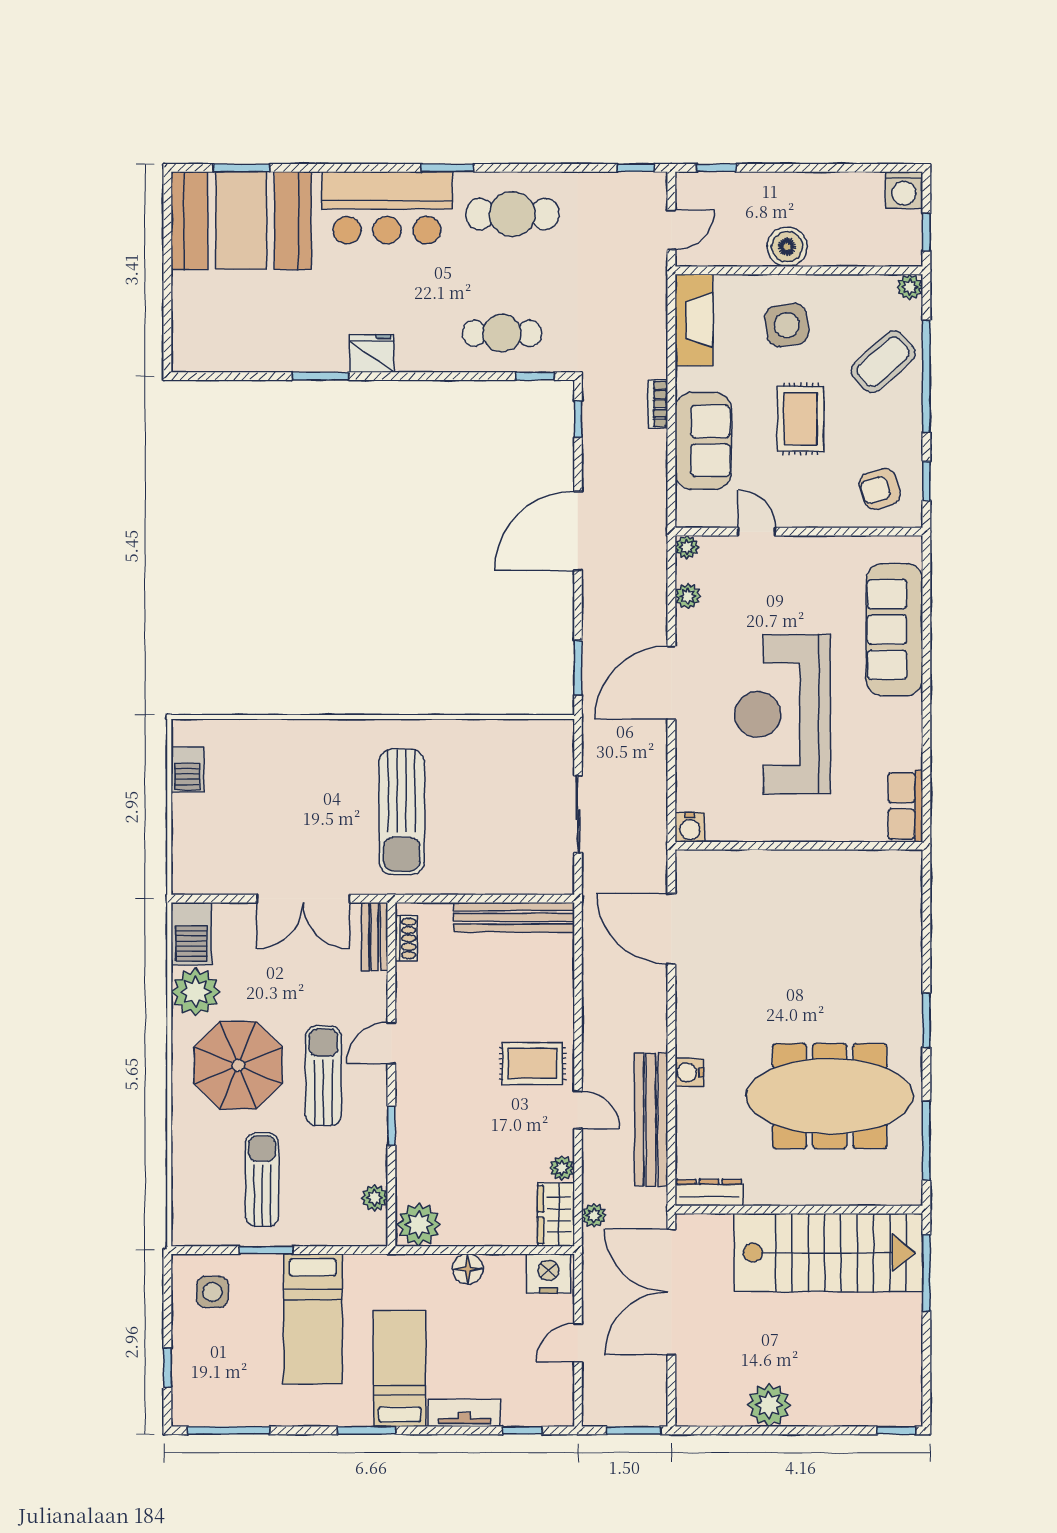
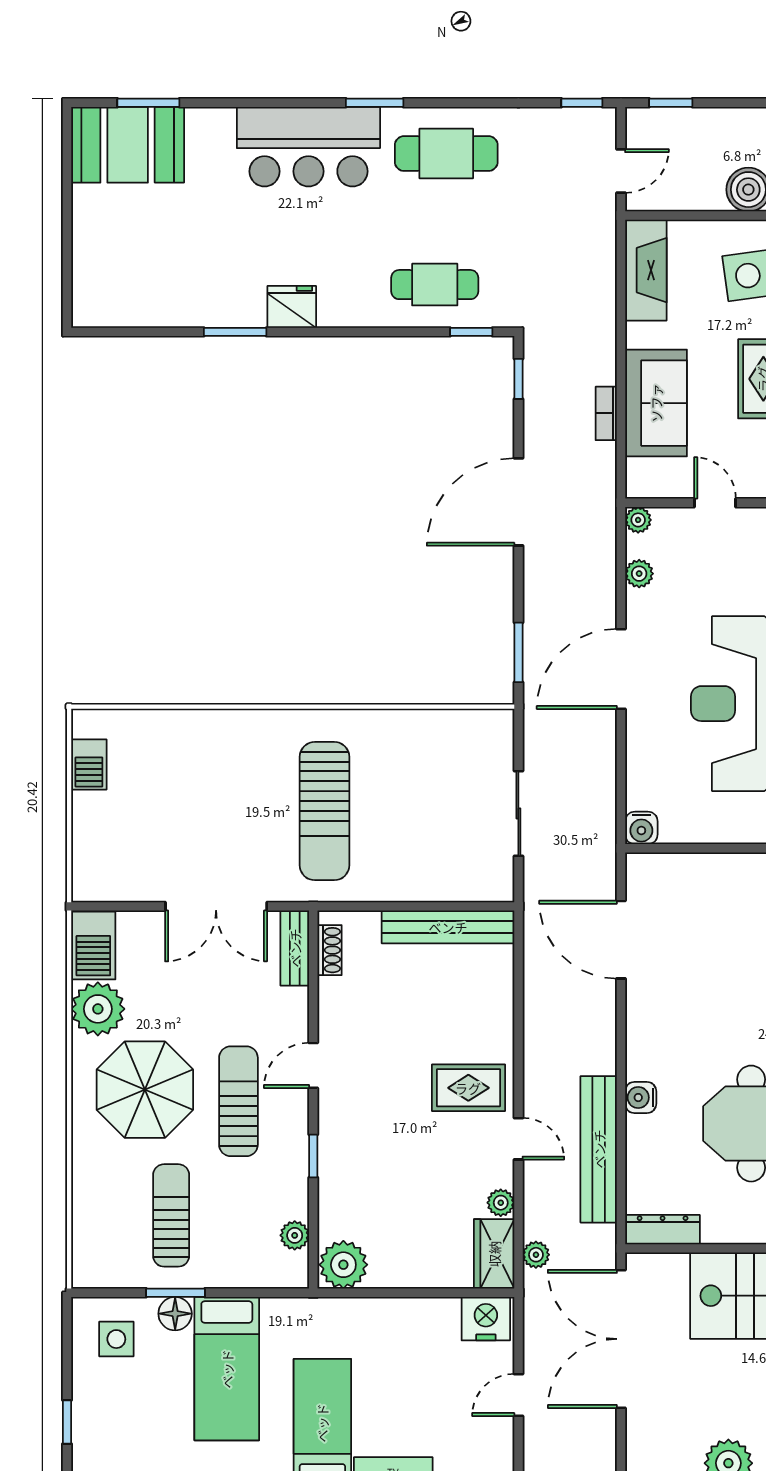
booth: (241, 221) -> (128, 145), width x0.73, depth x0.70
bookcase: (658, 404) -> (606, 413), moved
floor lamp: (468, 1269) -> (175, 1314), moved

